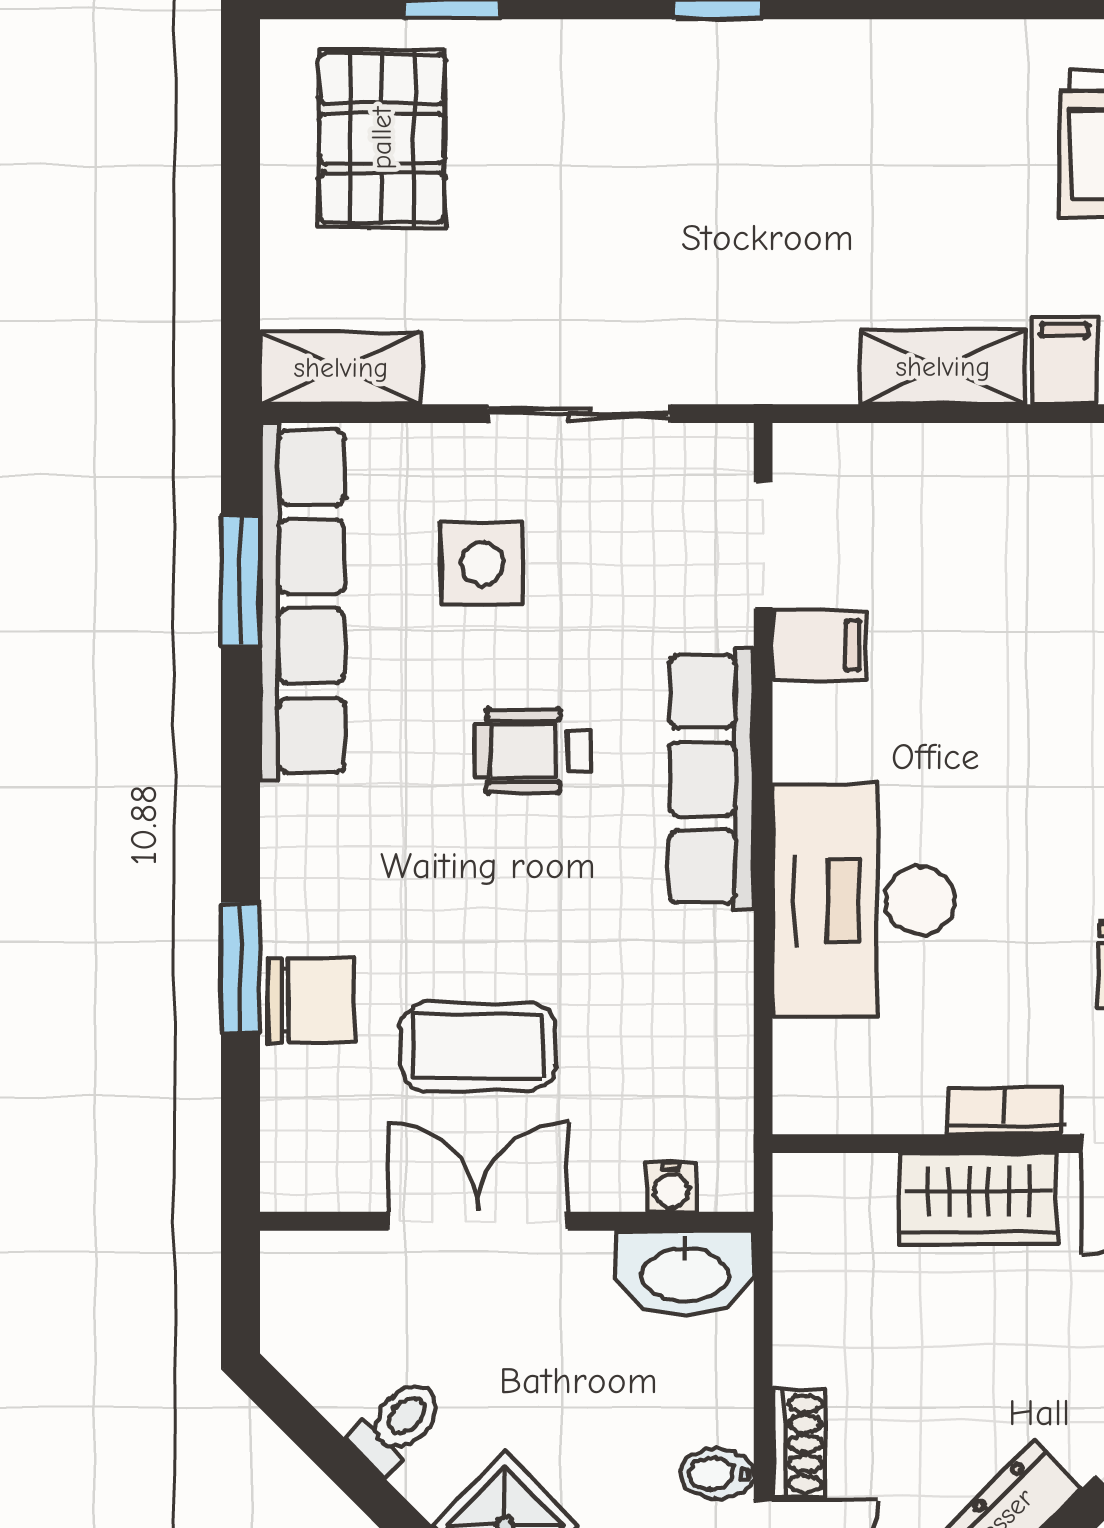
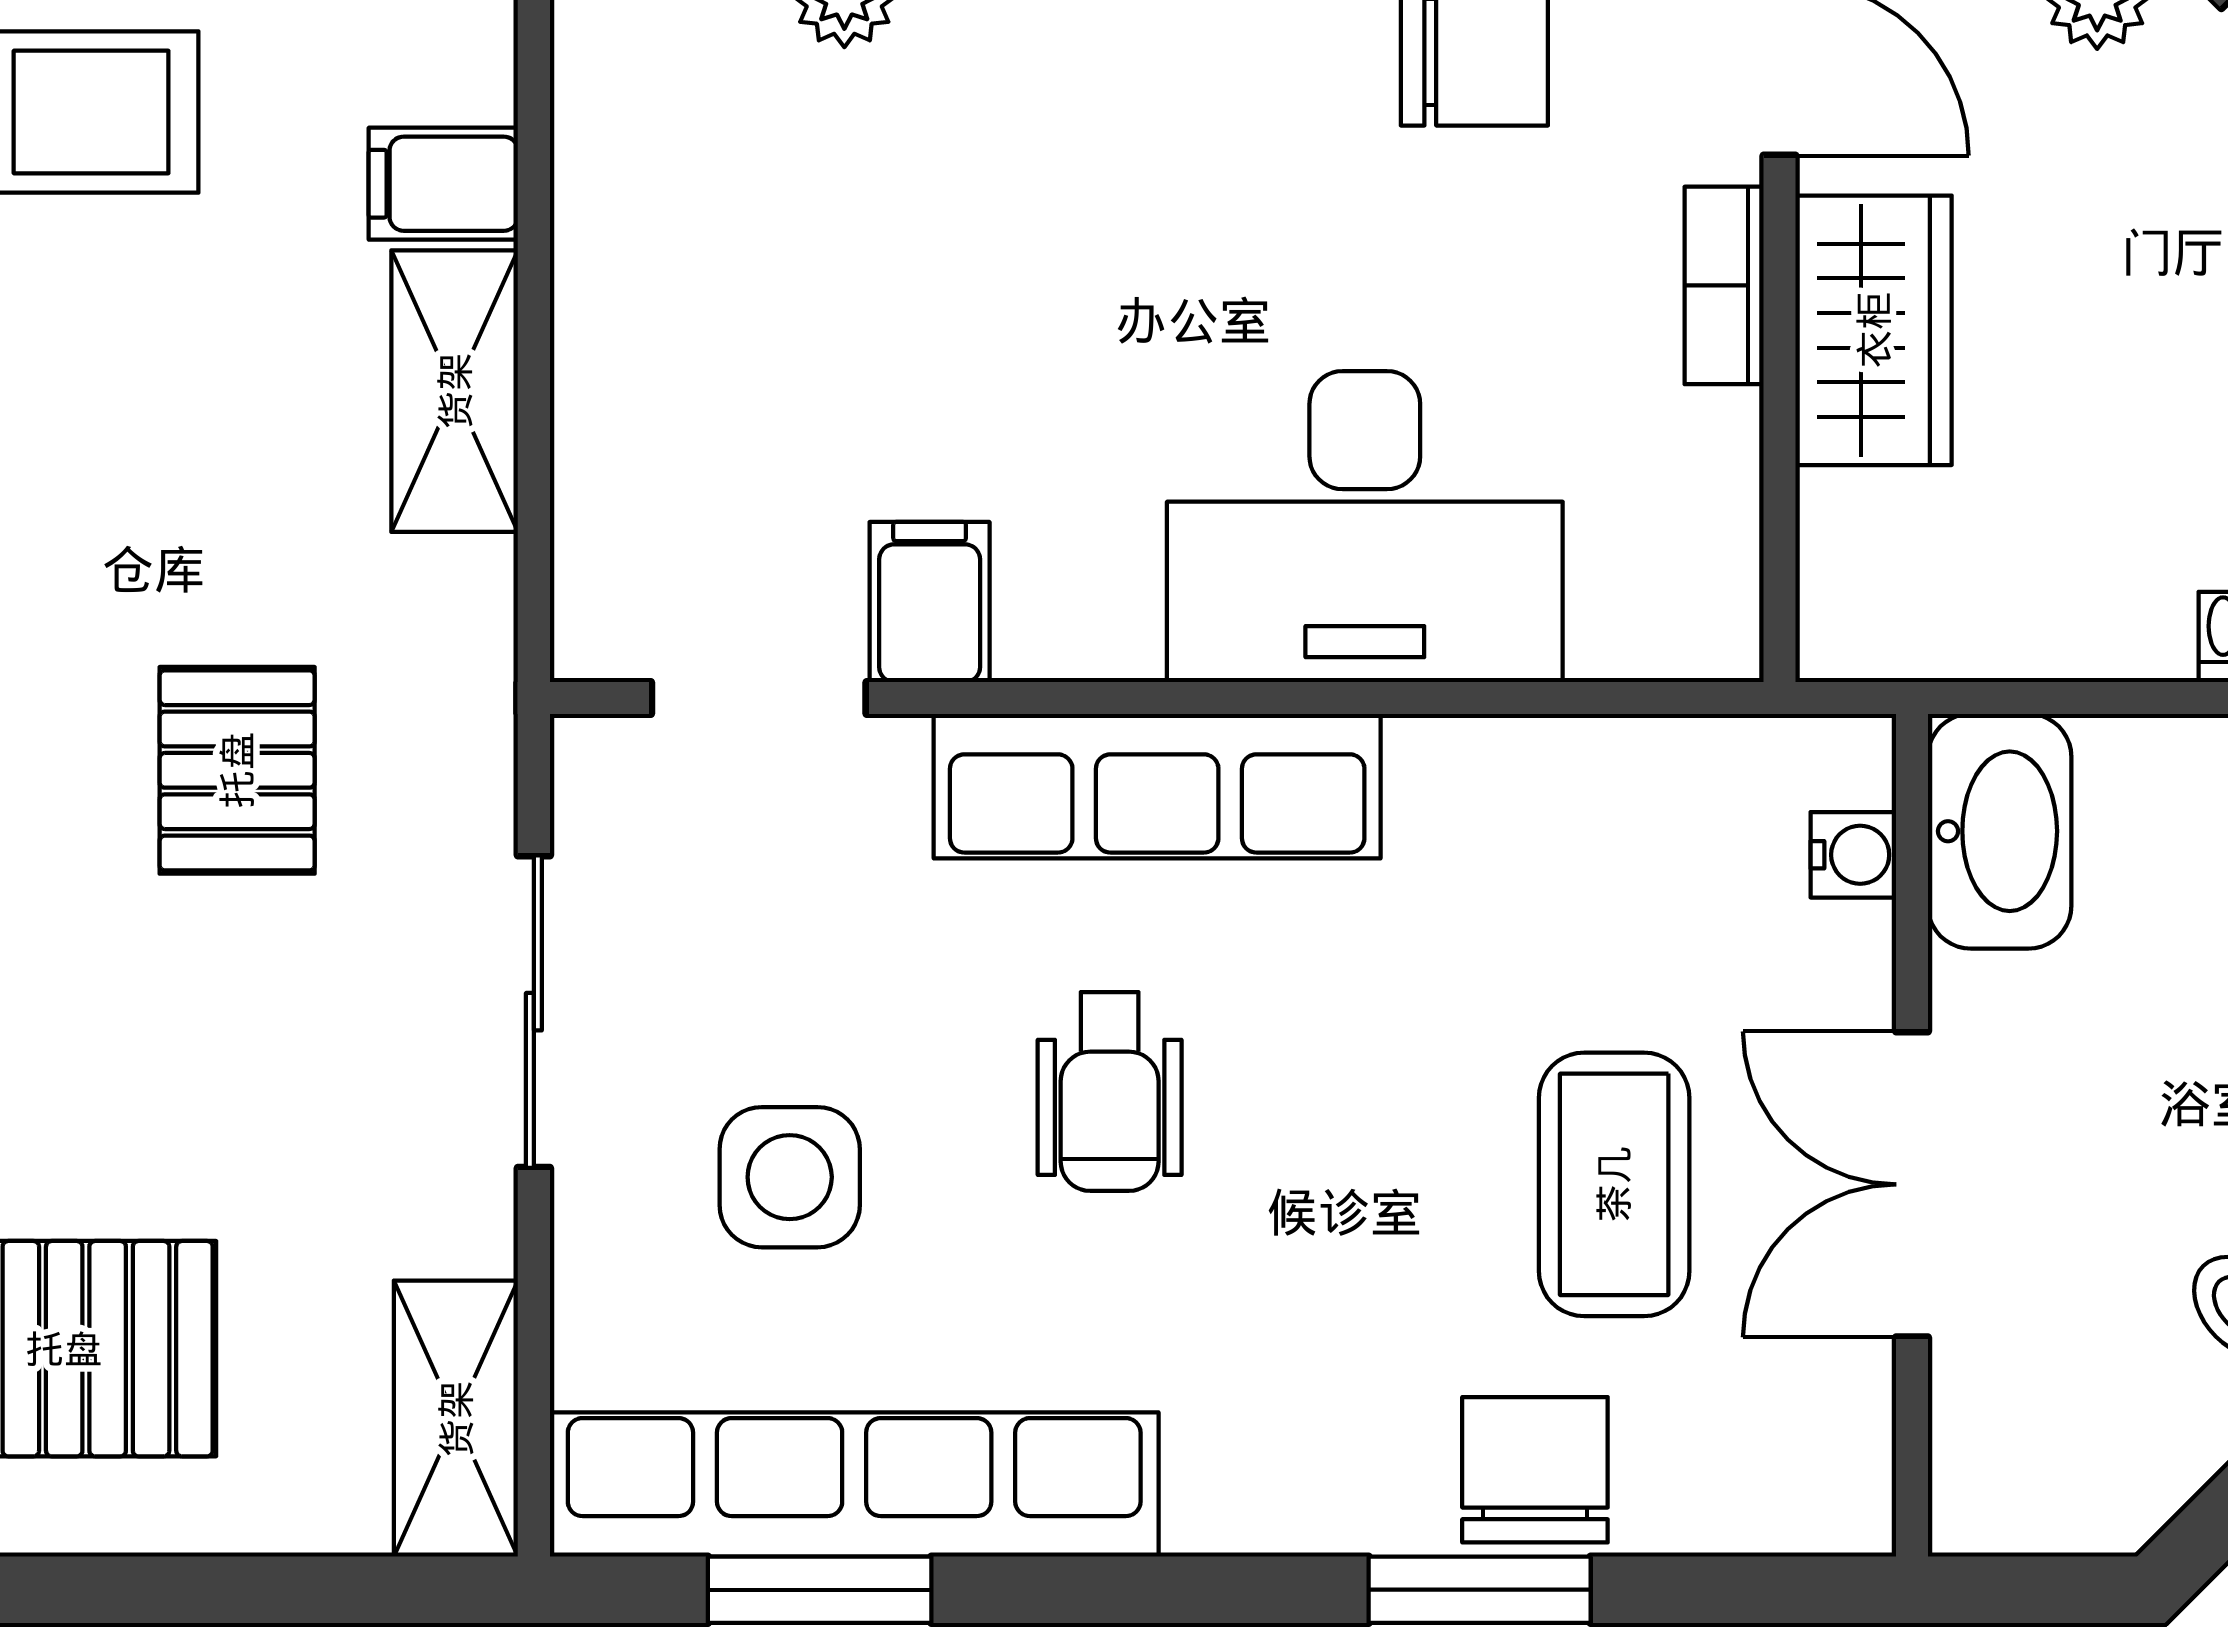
pallet: (721, 240) -> (237, 770), added

